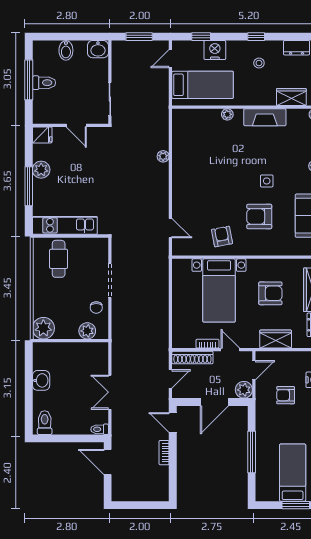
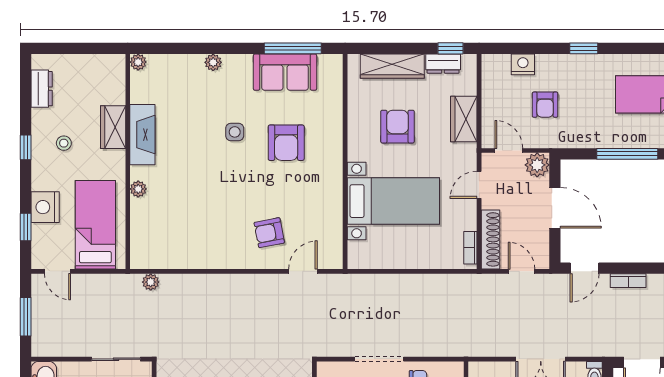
wardrobe: (291, 97) -> (113, 127), moved
plant: (163, 156) -> (151, 282), moved
armchair: (222, 237) -> (269, 233), moved
bookcase: (207, 344) -> (470, 248), moved

